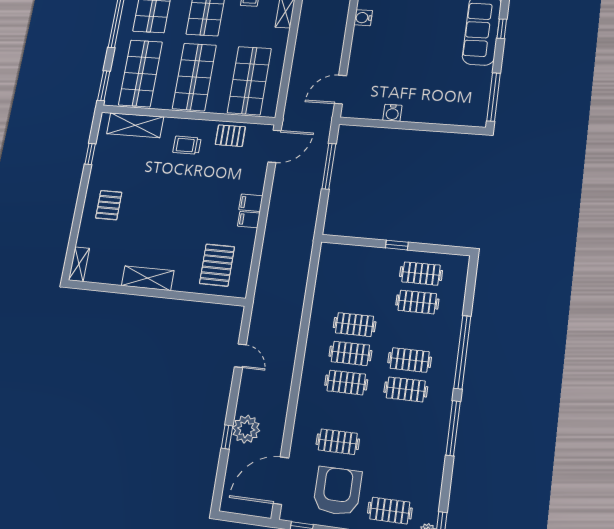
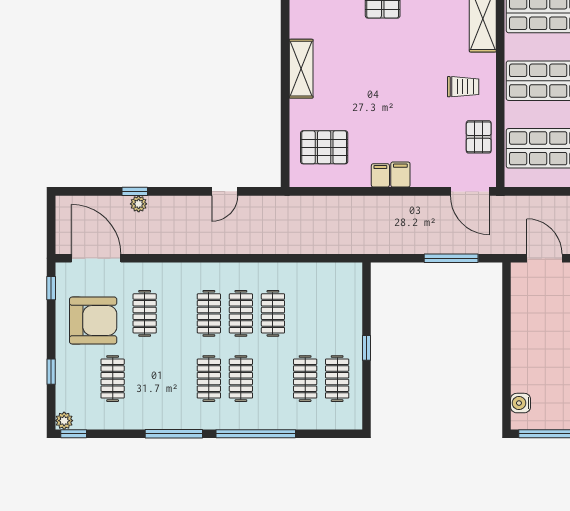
water cooler: (392, 113) -> (521, 403), moved
trolley: (187, 145) -> (463, 87), turned 90
plant: (246, 429) -> (139, 204), width x0.53, depth x0.53
clothes rail: (390, 511) -> (113, 379), moved

